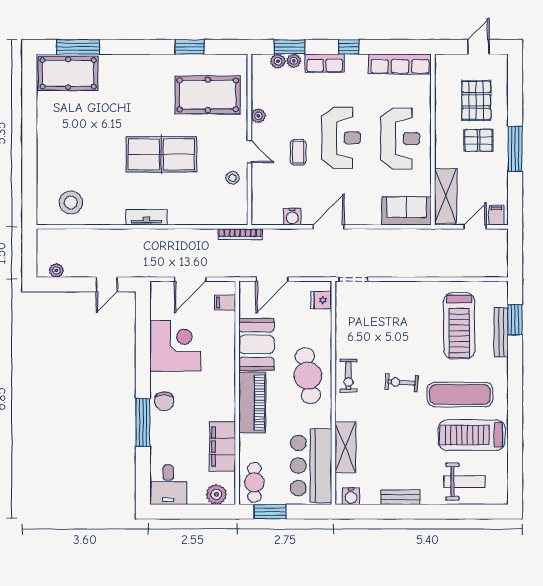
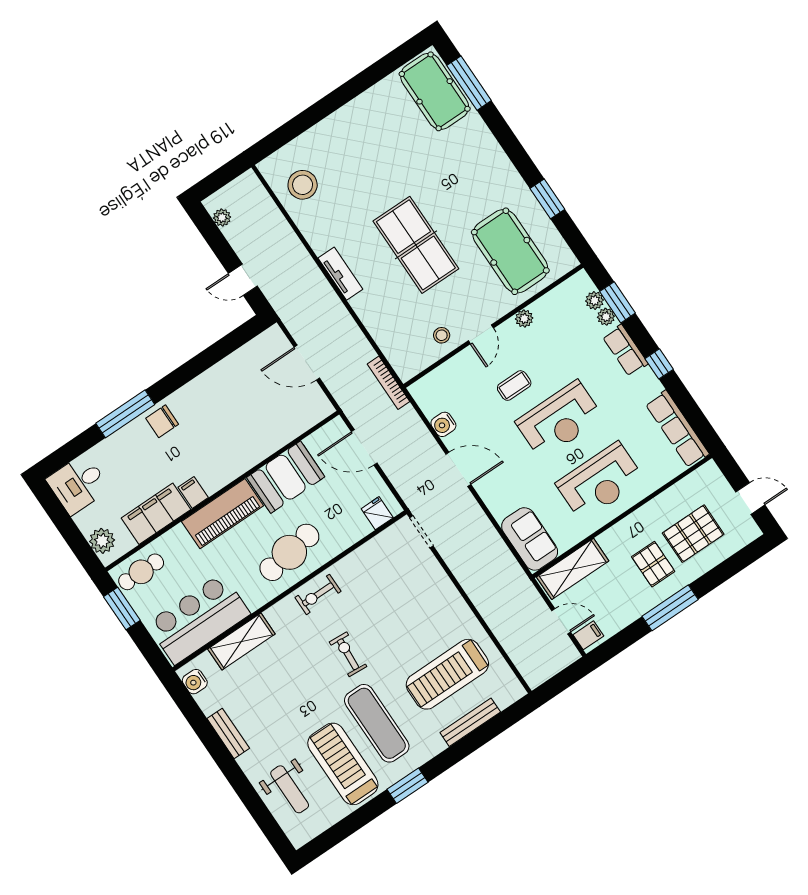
filing cabinet: (225, 303) -> (193, 492), moved
window: (515, 320) -> (407, 786), moved
corner desk: (175, 346) -> (227, 394), removed

